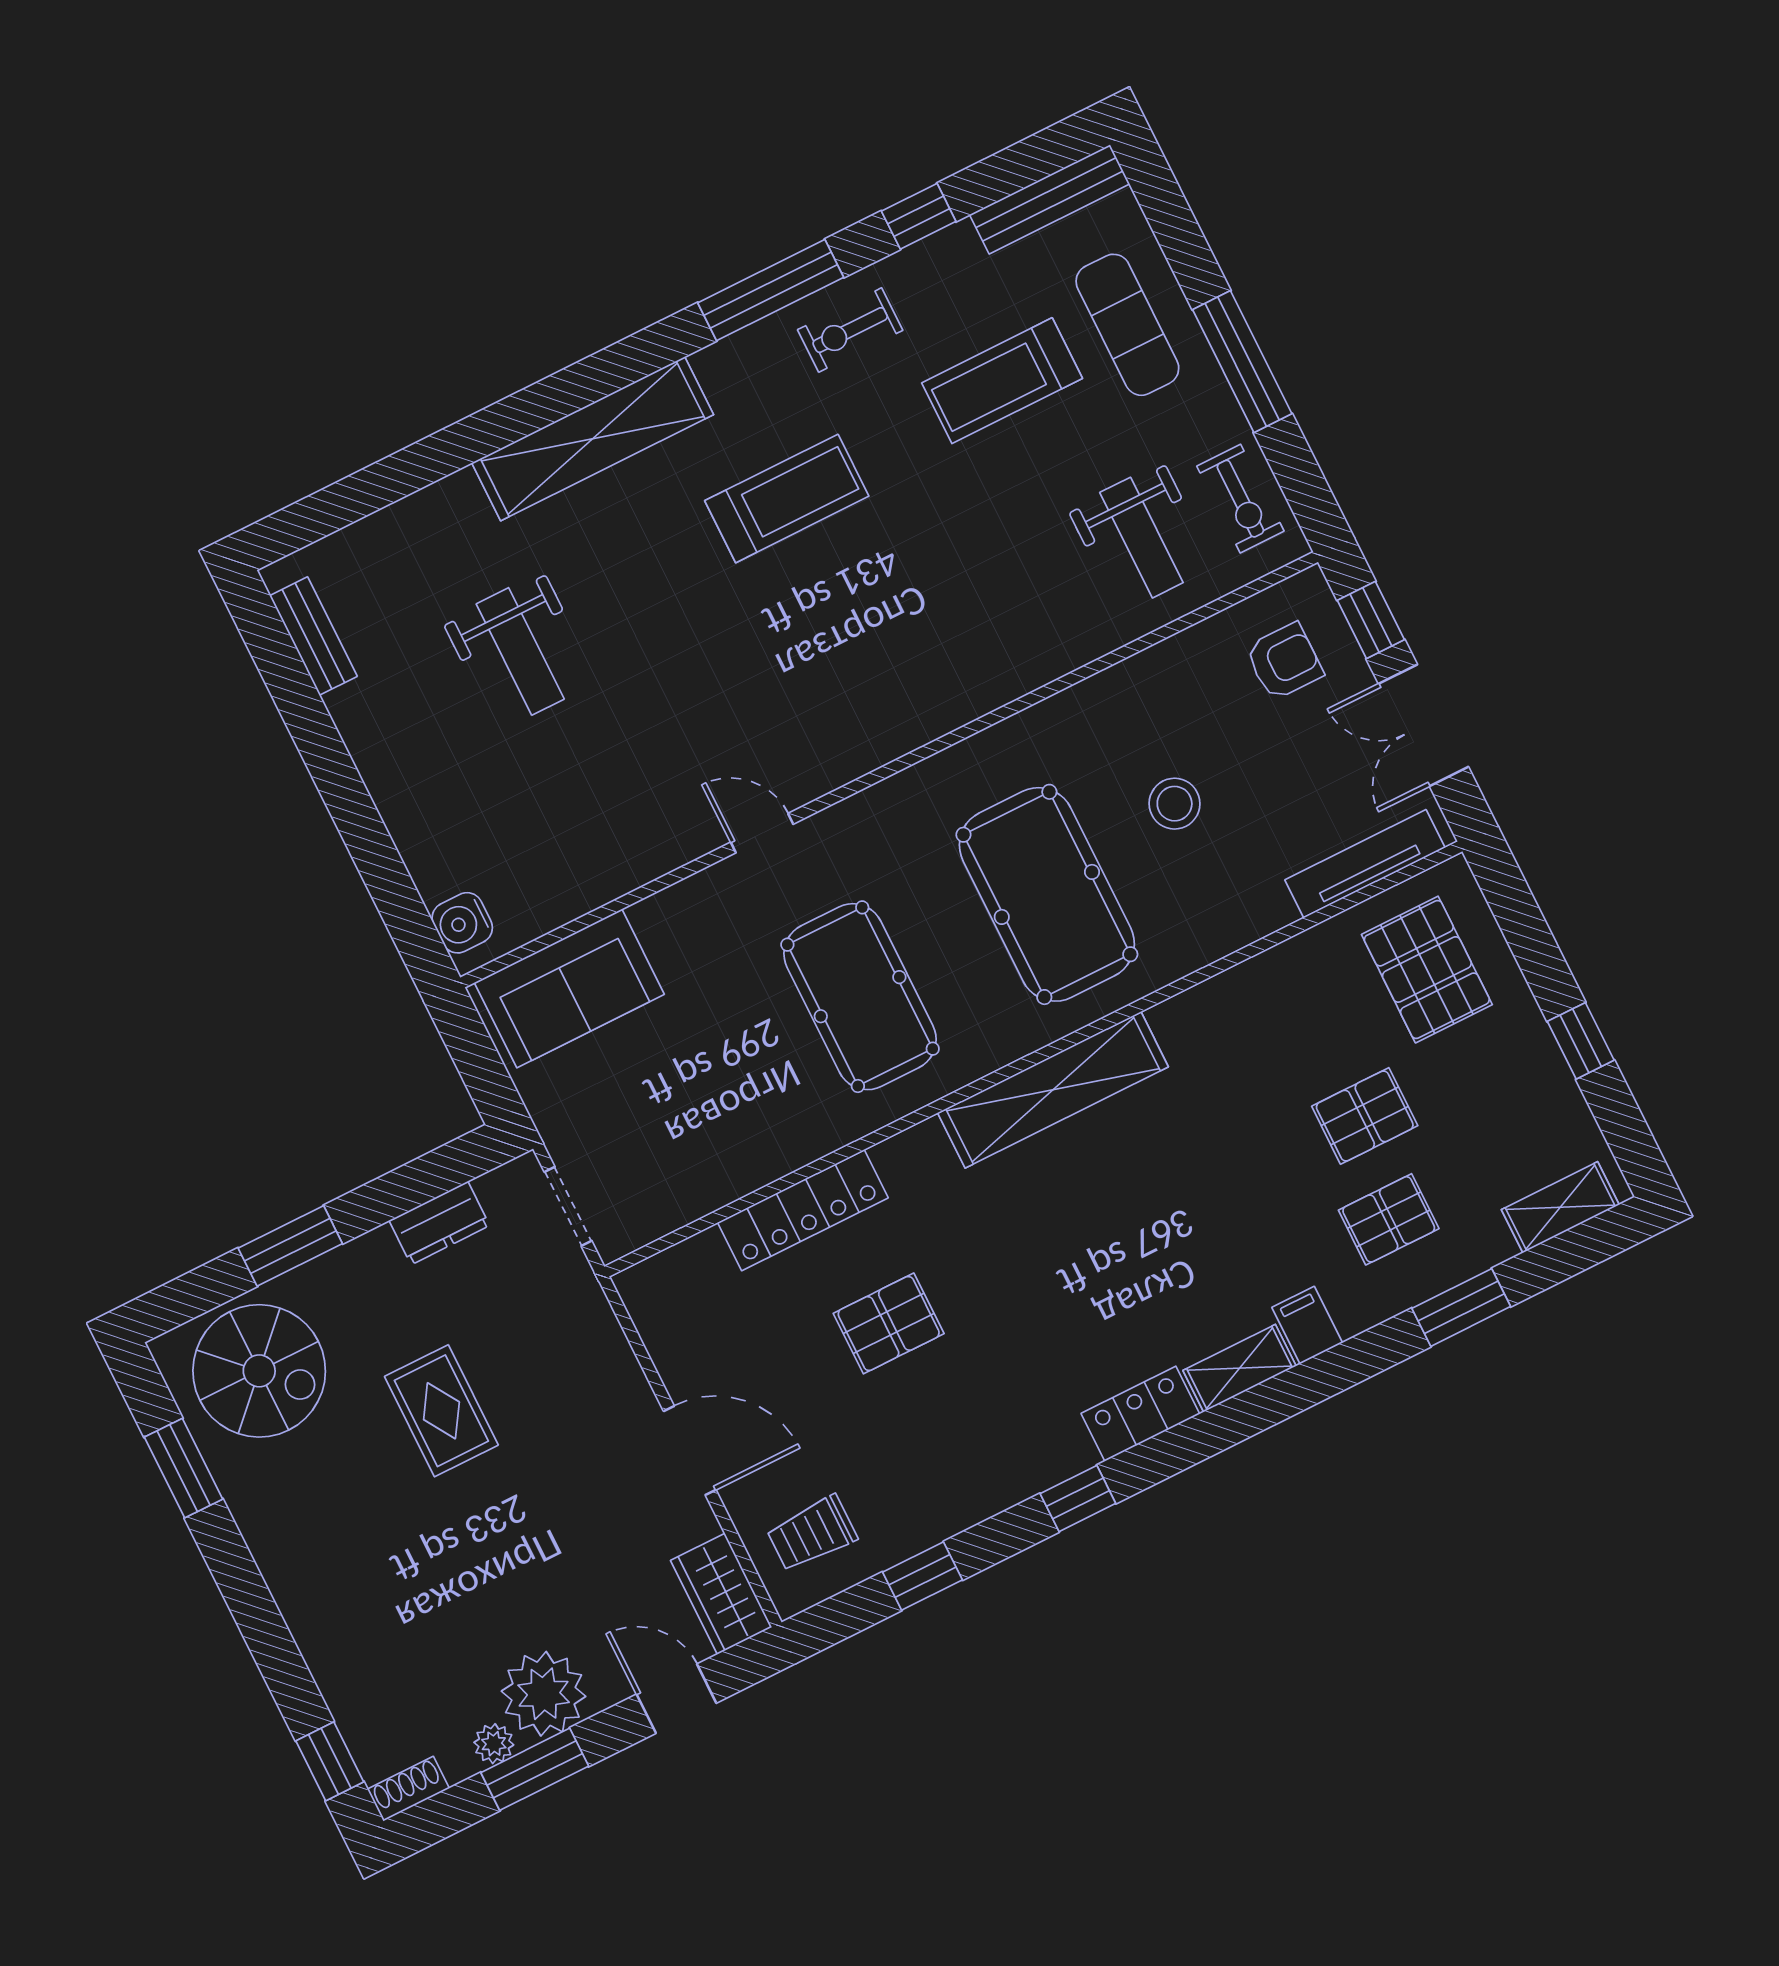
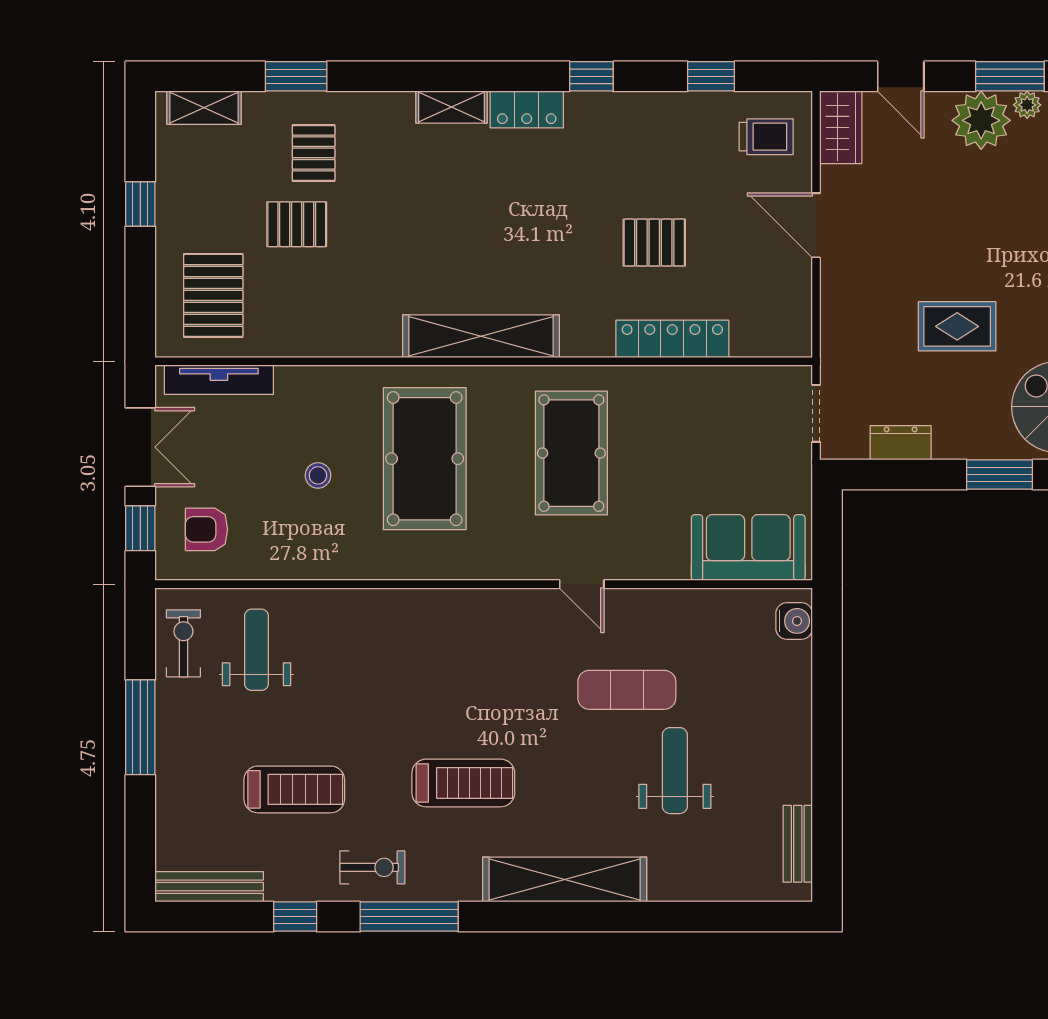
exercise mat: (1127, 325) -> (627, 690), moved, turned 90
treadmill: (787, 498) -> (463, 783), turned 180
stool: (1175, 804) -> (318, 475), width x0.73, depth x0.73
pallet: (1389, 1219) -> (314, 153), turned 90
filing cabinet: (1307, 1325) -> (397, 113), removed
rug: (441, 1411) -> (957, 326), turned 90

